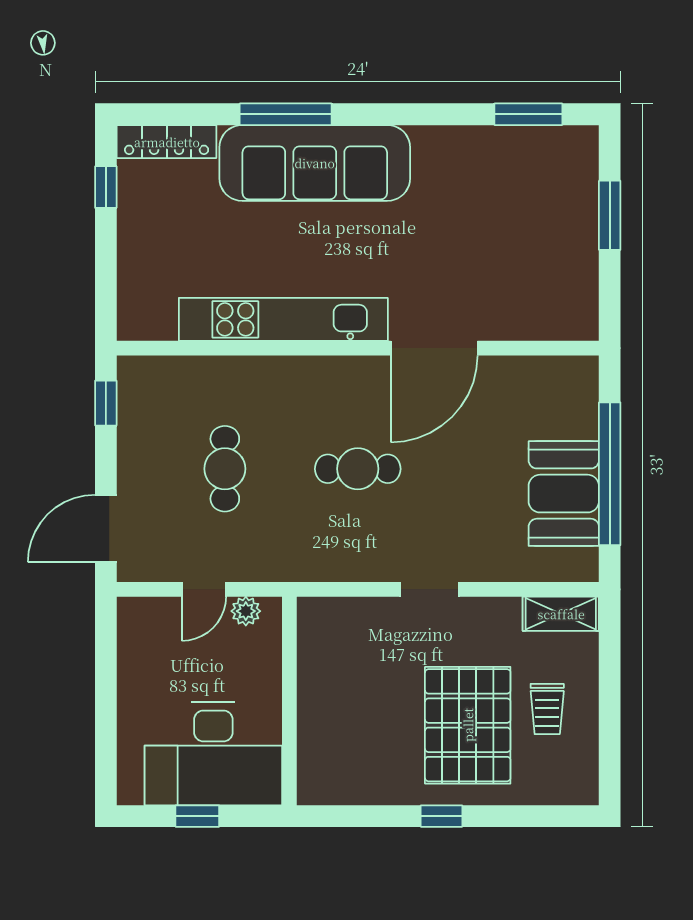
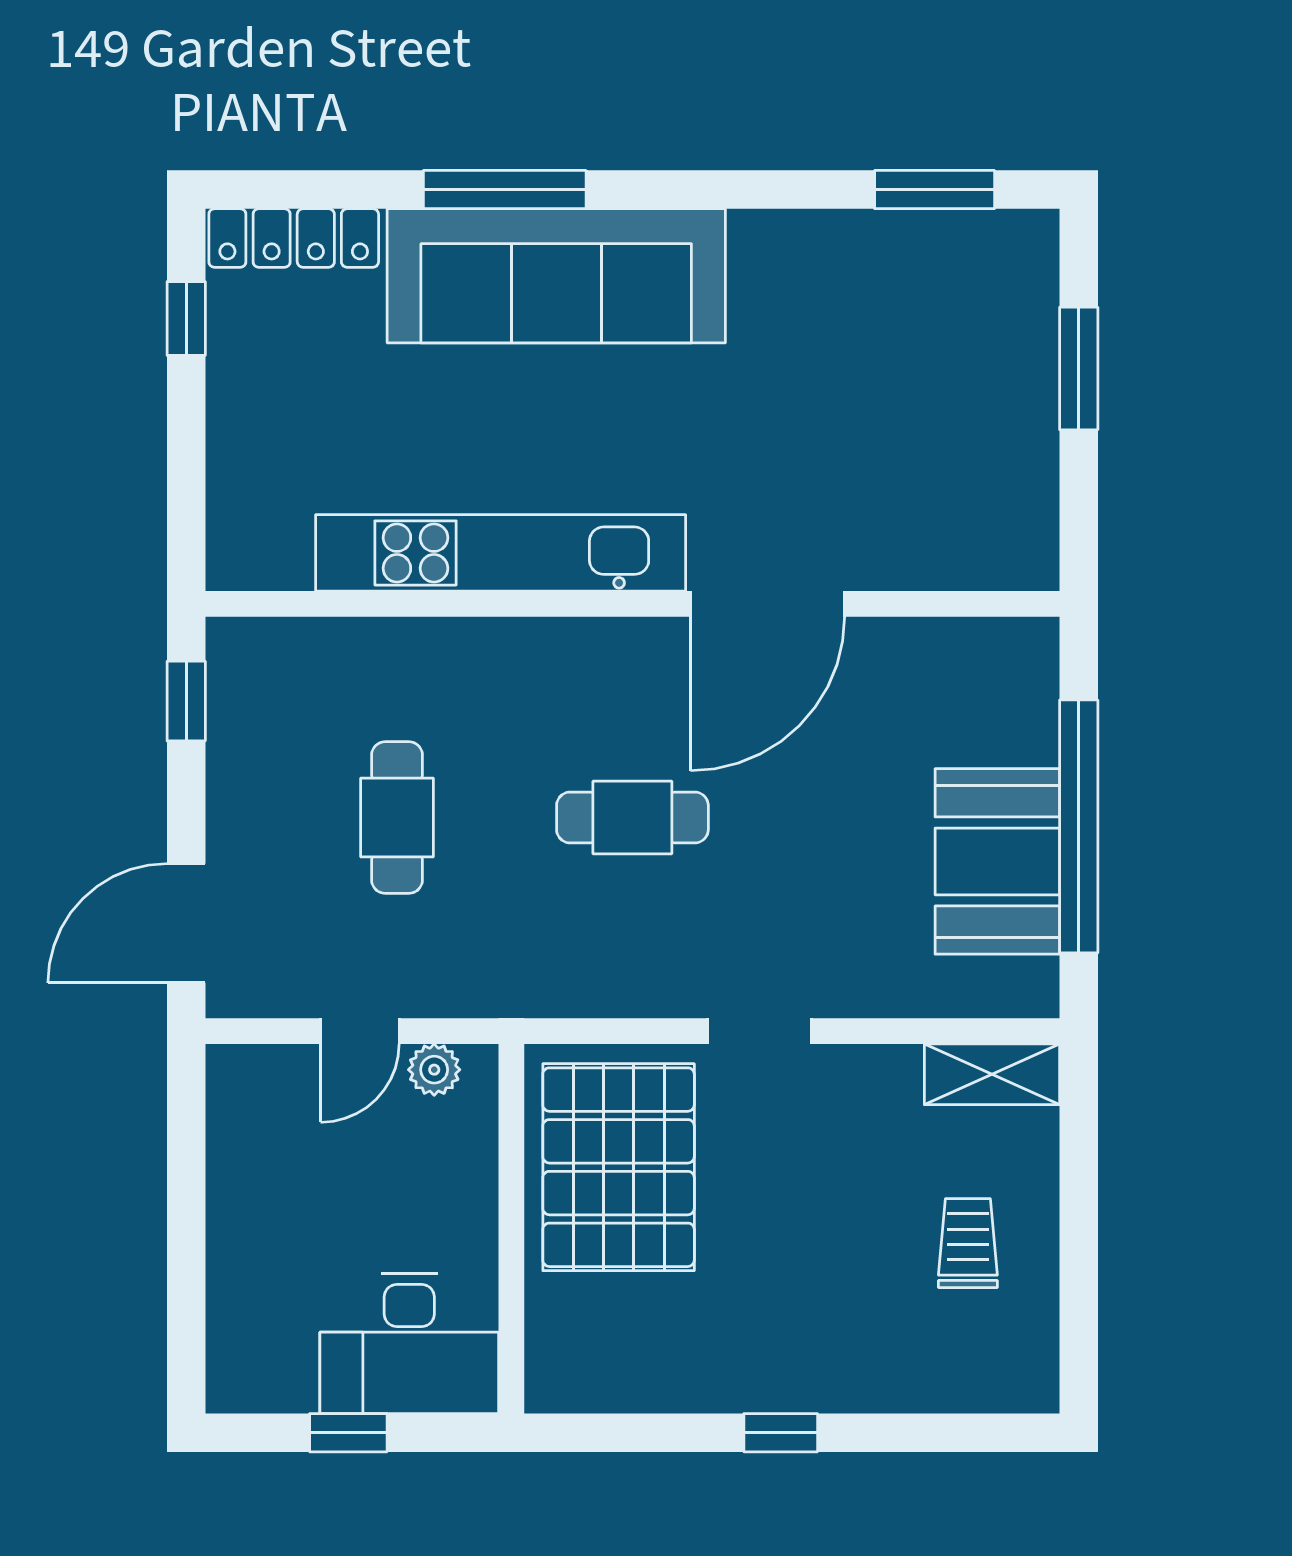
trolley: (547, 709) -> (968, 1243), turned 180
pallet: (468, 725) -> (619, 1167), moved
desk: (213, 754) -> (409, 1343), width x0.73, depth x0.77

